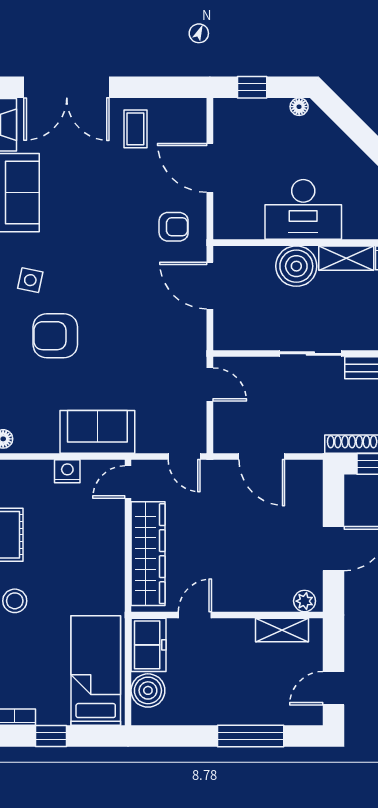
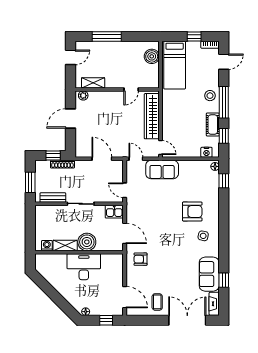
door: (210, 168) -> (125, 297), moved
kitchen sink: (234, 335) -> (114, 212), added
sofa: (97, 432) -> (162, 170), moved
nightstand: (67, 471) -> (206, 152), moved
door: (128, 482) -> (160, 148), hinge flipped
freezer: (149, 645) -> (151, 76), removed

